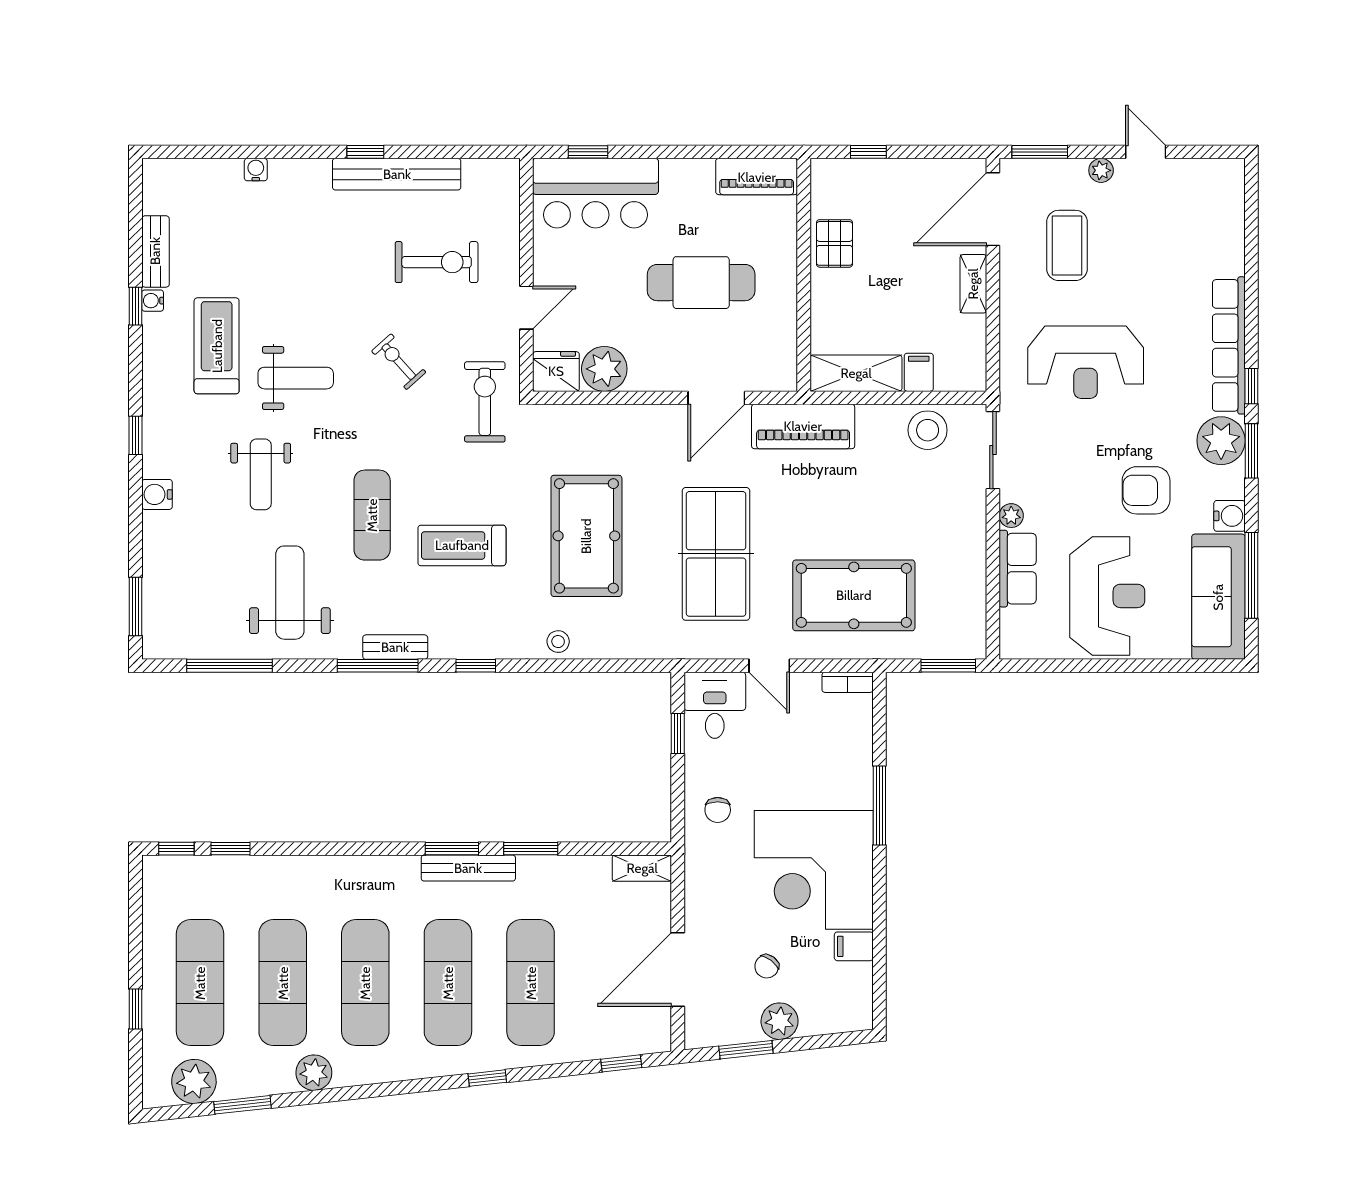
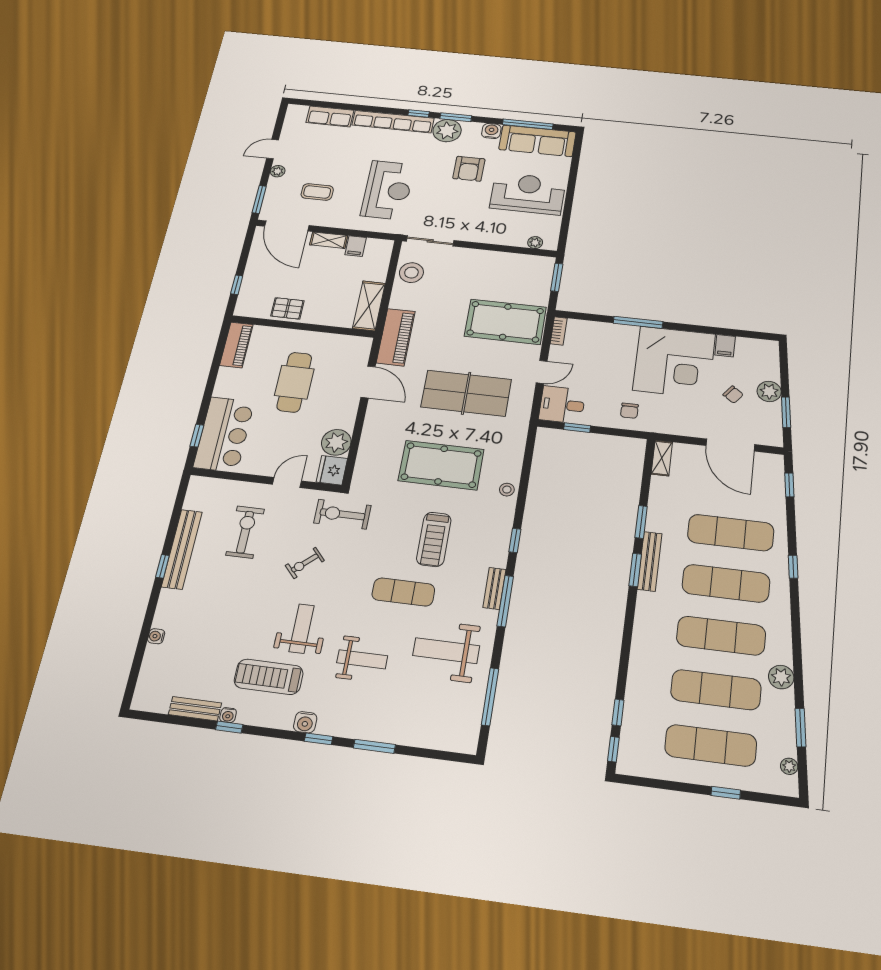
coffee table: (1067, 245) -> (317, 192), width x0.73, depth x0.77
door: (526, 308) -> (287, 483), hinge flipped
filing cabinet: (919, 372) -> (356, 246), moved, turned -90
water cooler: (157, 494) -> (305, 722), moved
plant: (1011, 516) -> (535, 243), moved
row of seats: (1018, 569) -> (330, 116), moved, turned 180
pool table: (854, 595) -> (505, 322), turned 90
window: (136, 606) -> (374, 746), moved
chair: (718, 810) -> (629, 411), turned 90
plant: (194, 1081) -> (789, 766), width x0.53, depth x0.53

